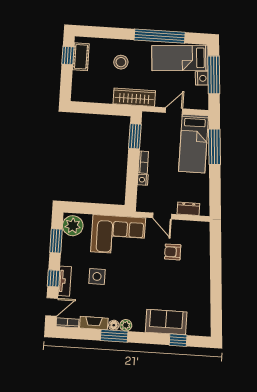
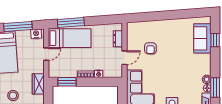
nightstand: (202, 78) -> (36, 34), moved
wardrobe: (134, 97) -> (38, 84), width x0.67
door: (174, 111) -> (46, 54), swing flipped
sofa: (166, 322) -> (202, 38), moved

